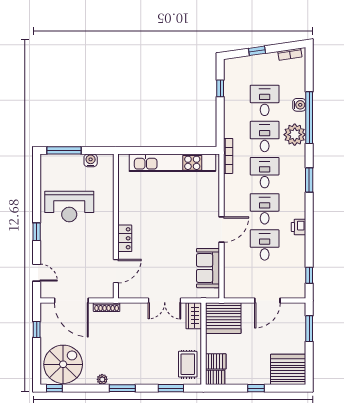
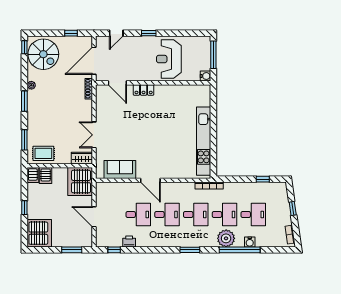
wall: (116, 226) -> (153, 83), moved
printer: (299, 227) -> (129, 241), moved
locker: (125, 238) -> (144, 90), moved
door: (116, 271) -> (117, 83), moved

